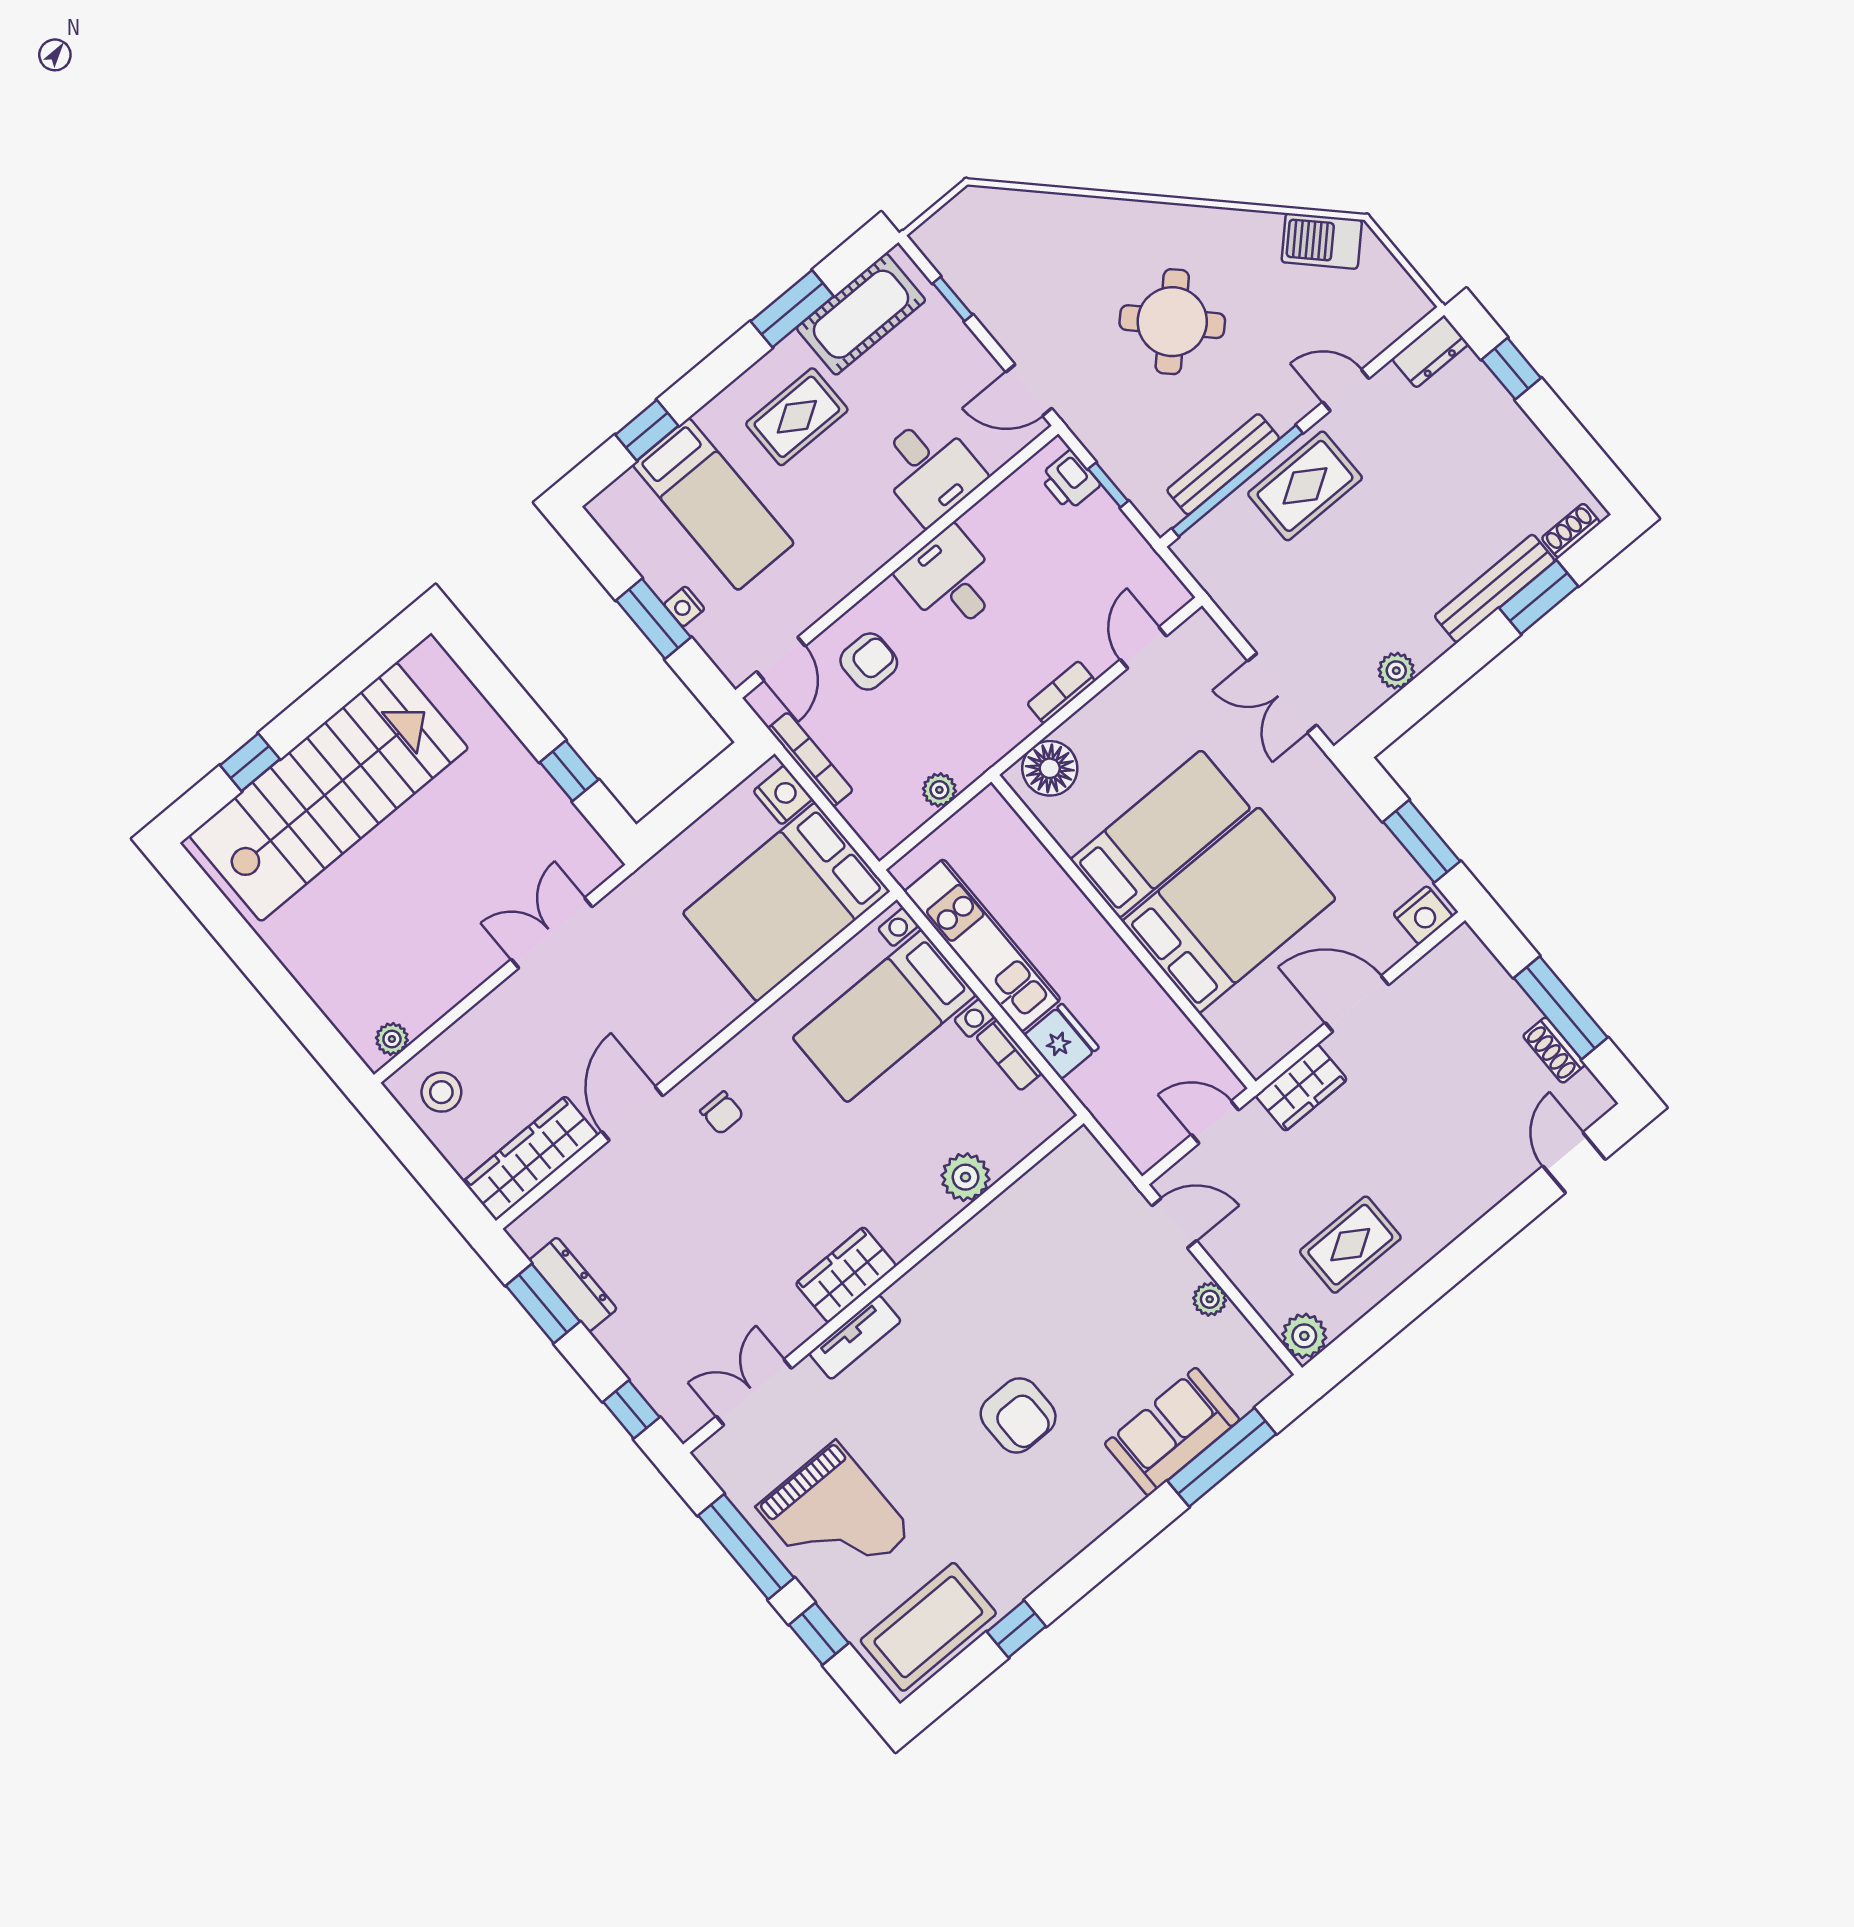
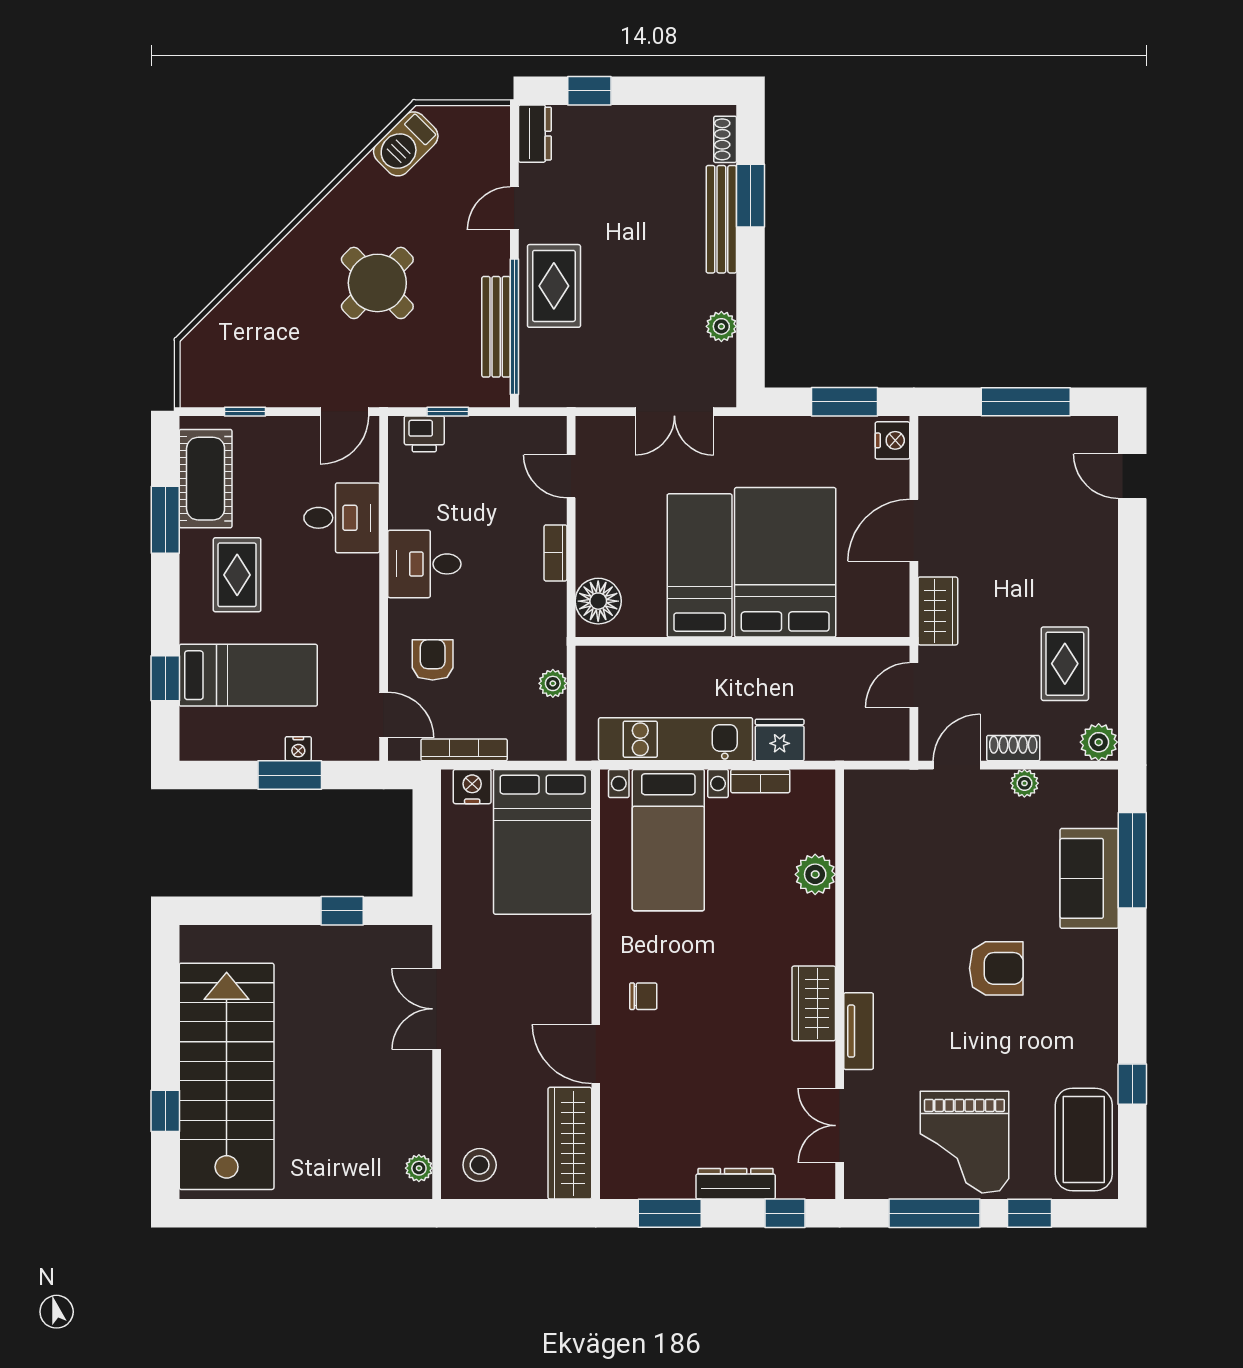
shoe rack: (1554, 1050) -> (1013, 748), moved, turned 180
dresser: (573, 1285) -> (736, 1184), moved
grand piano: (834, 1519) -> (964, 1142), turned 90

